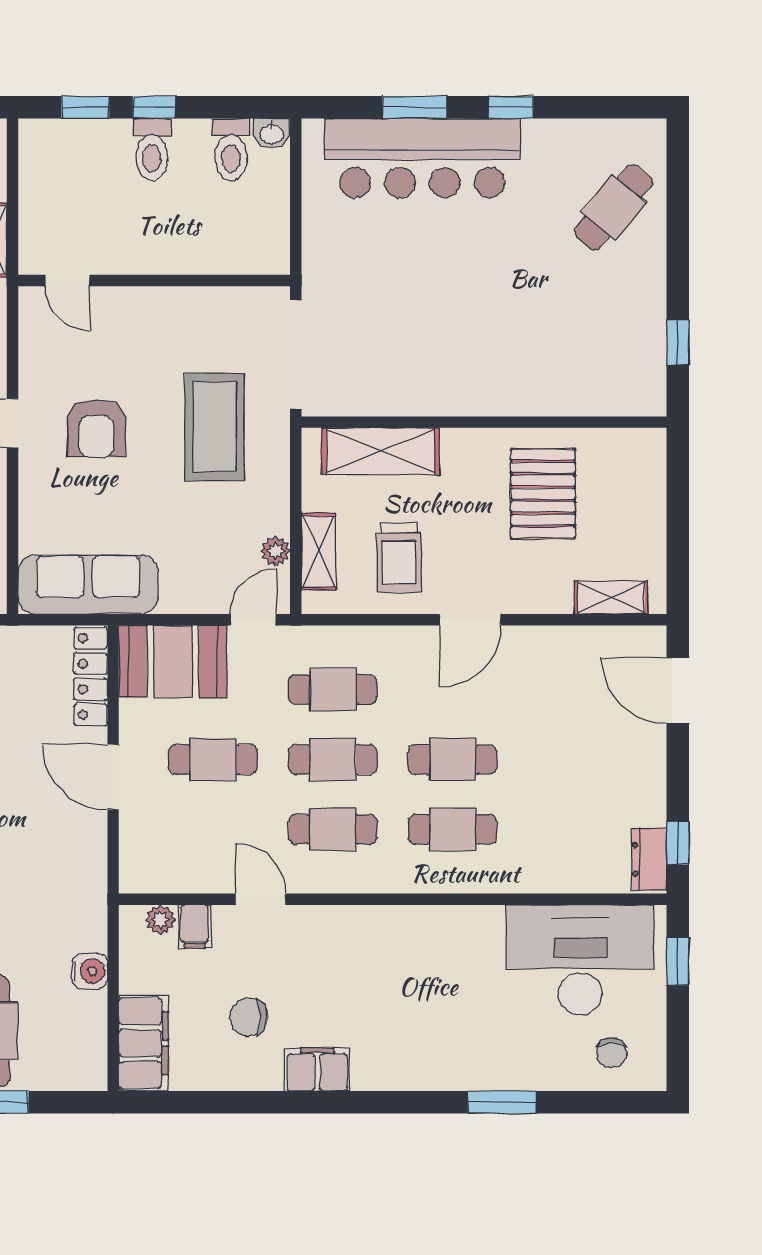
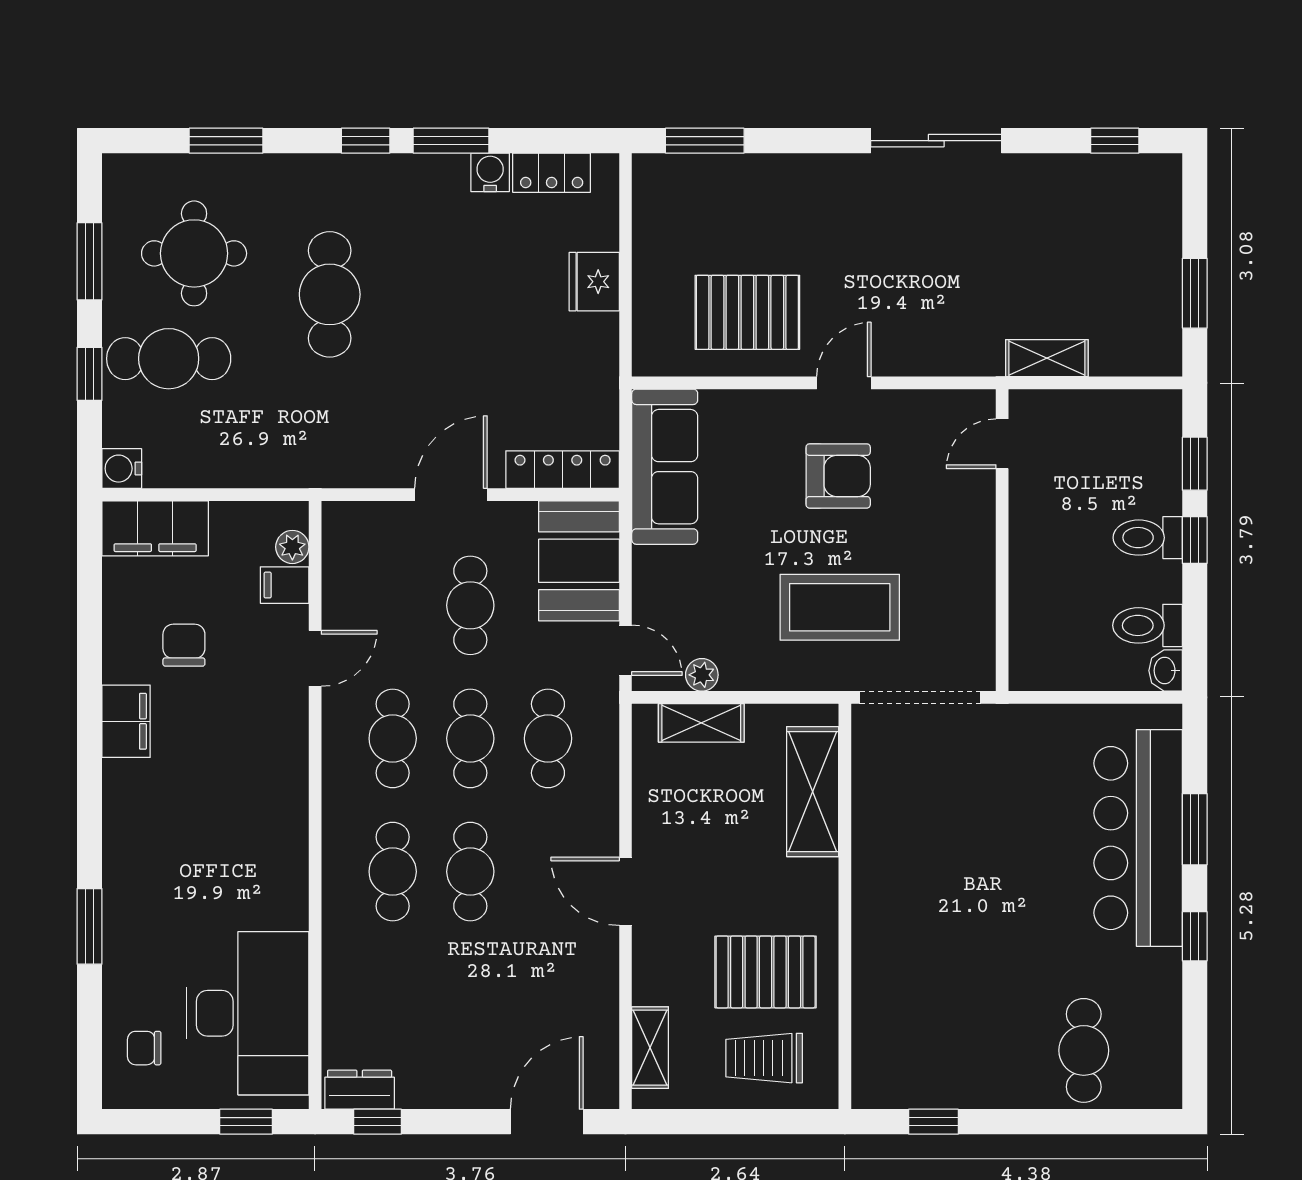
cafe table: (614, 207) -> (1084, 1050), turned 50
armchair: (96, 428) -> (838, 476), turned 180
trolley: (399, 558) -> (764, 1058), moved
water cooler: (90, 971) -> (122, 469), moved, turned 90

